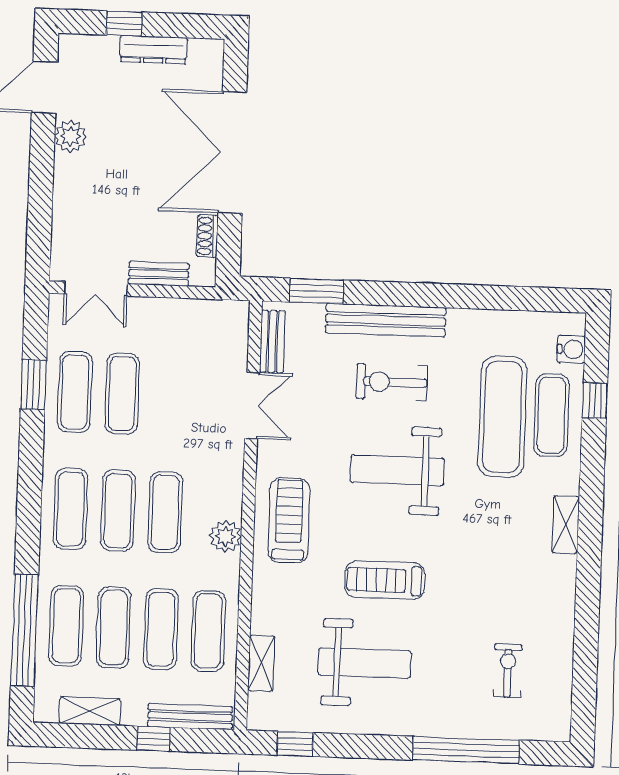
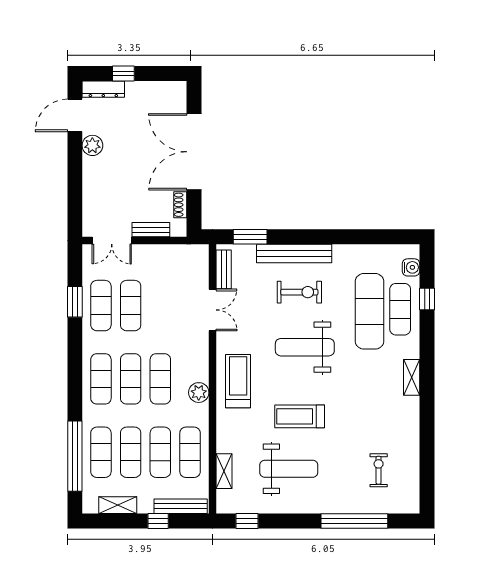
dresser: (154, 50) -> (103, 89), moved
exercise bike: (392, 382) -> (299, 292), turned 180

